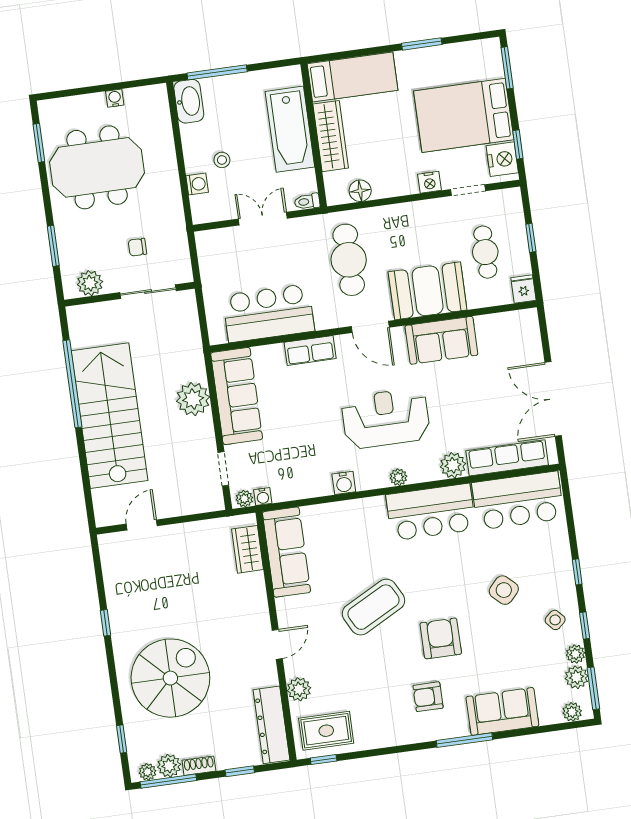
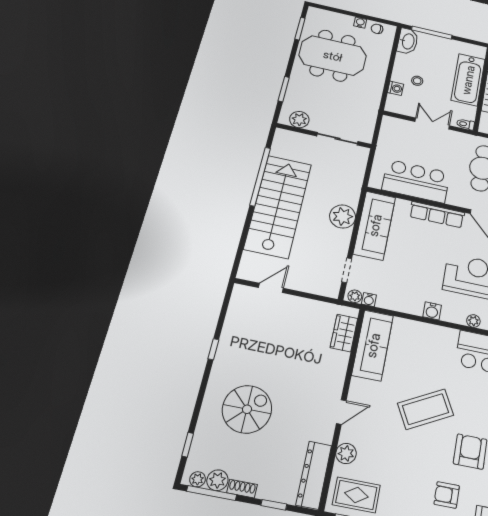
chair: (137, 247) -> (377, 29), moved
row of seats: (310, 350) -> (437, 215), width x1.48
spiral stairs: (170, 678) -> (247, 409), width x0.73, depth x0.73

